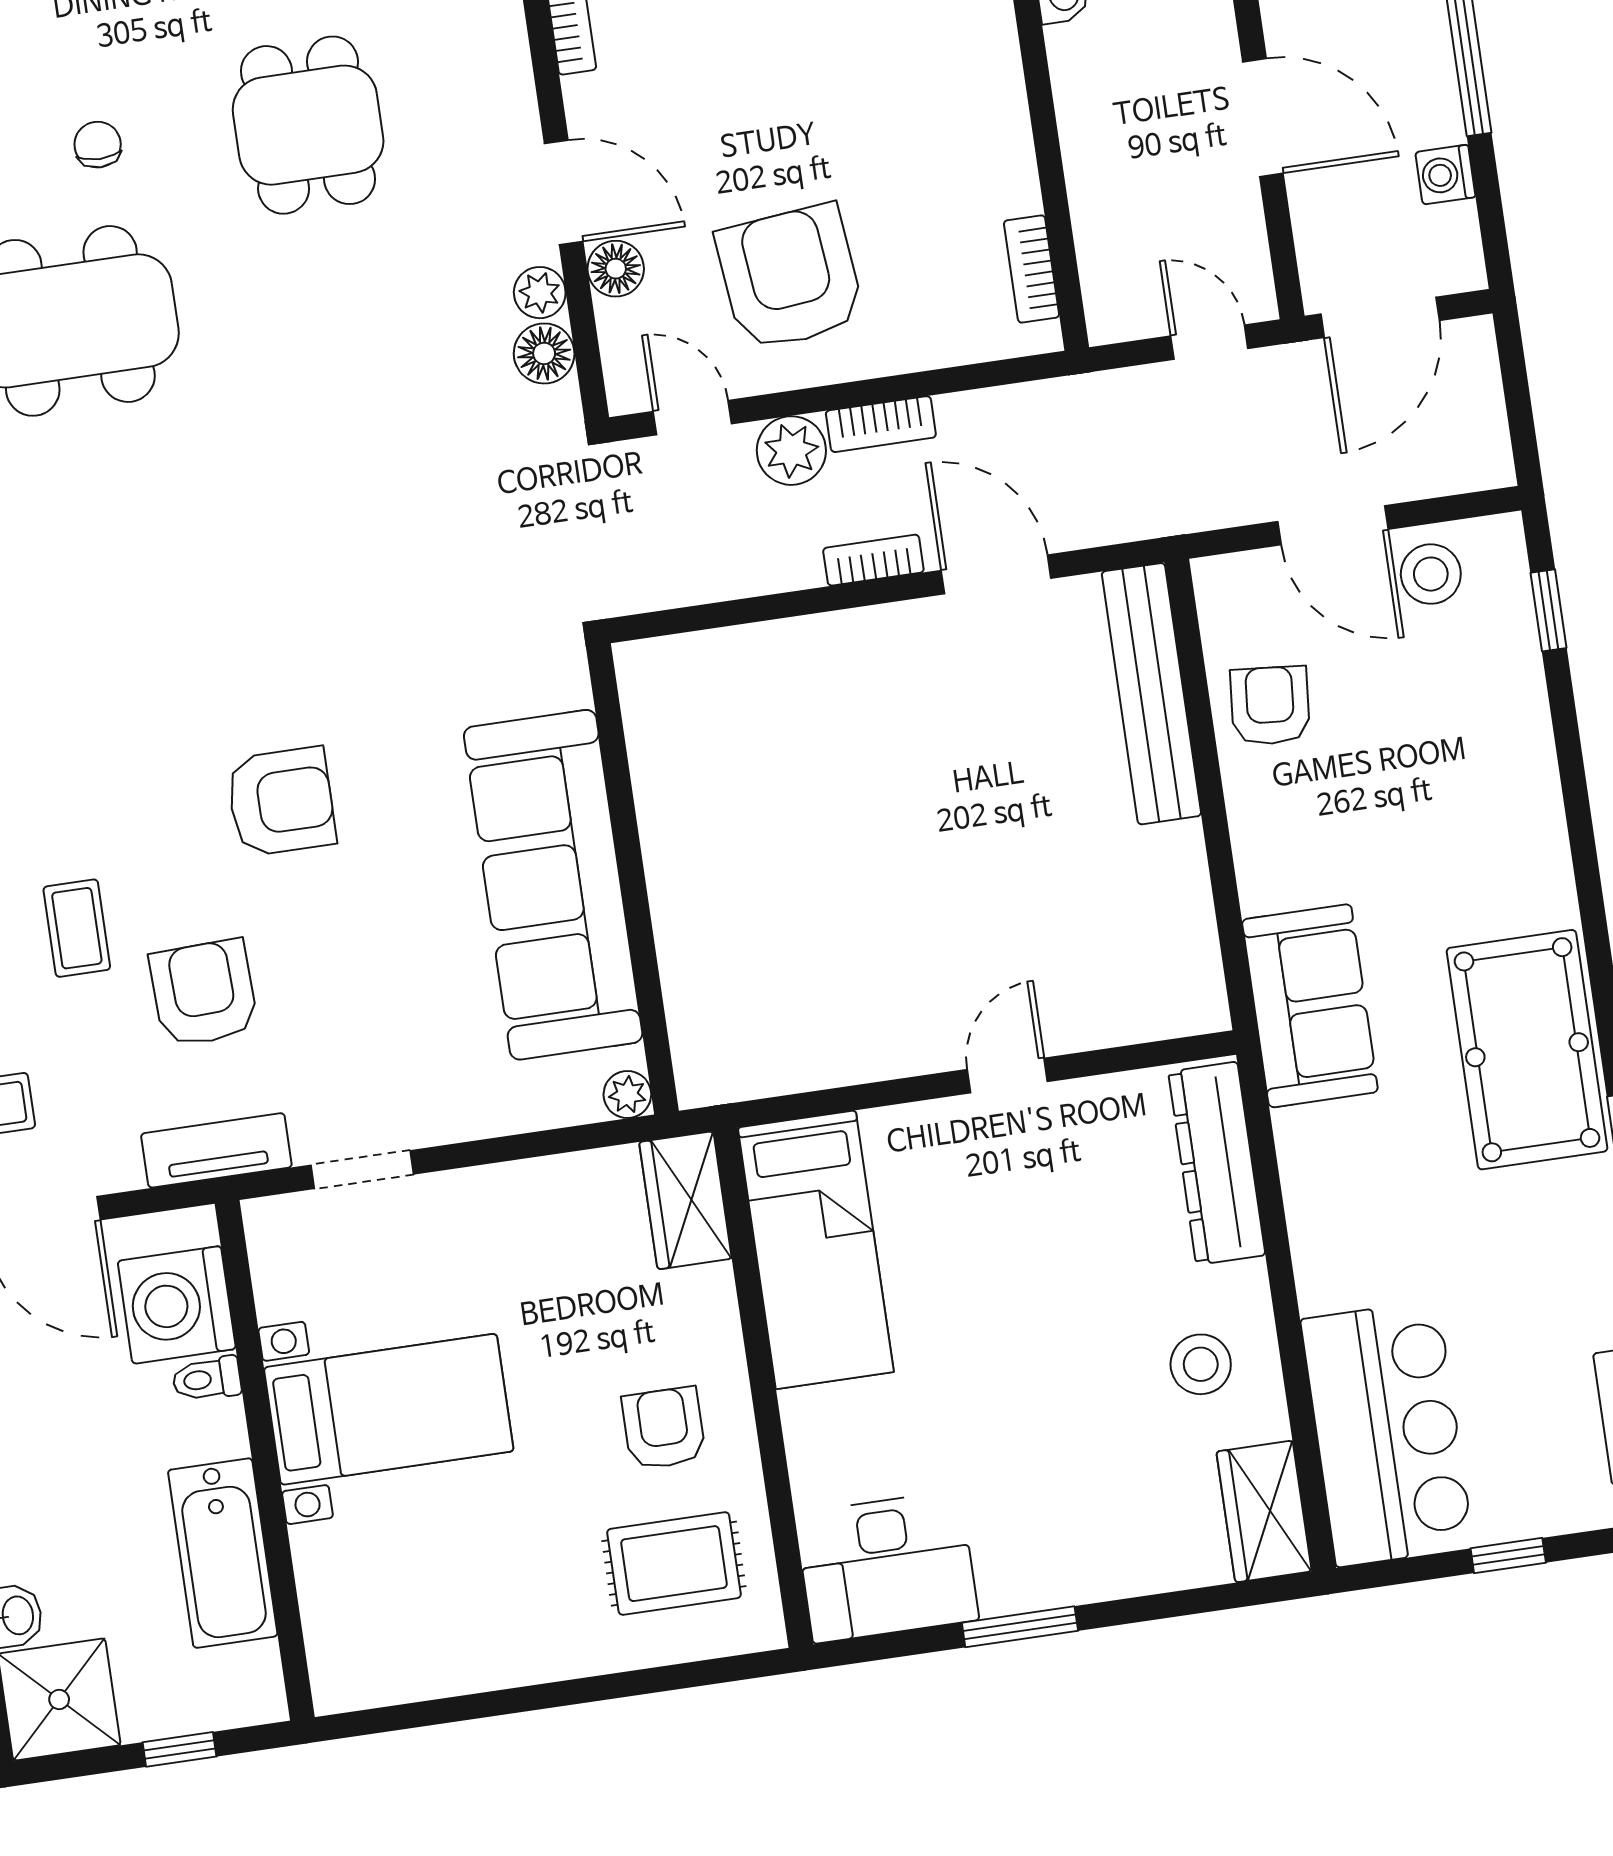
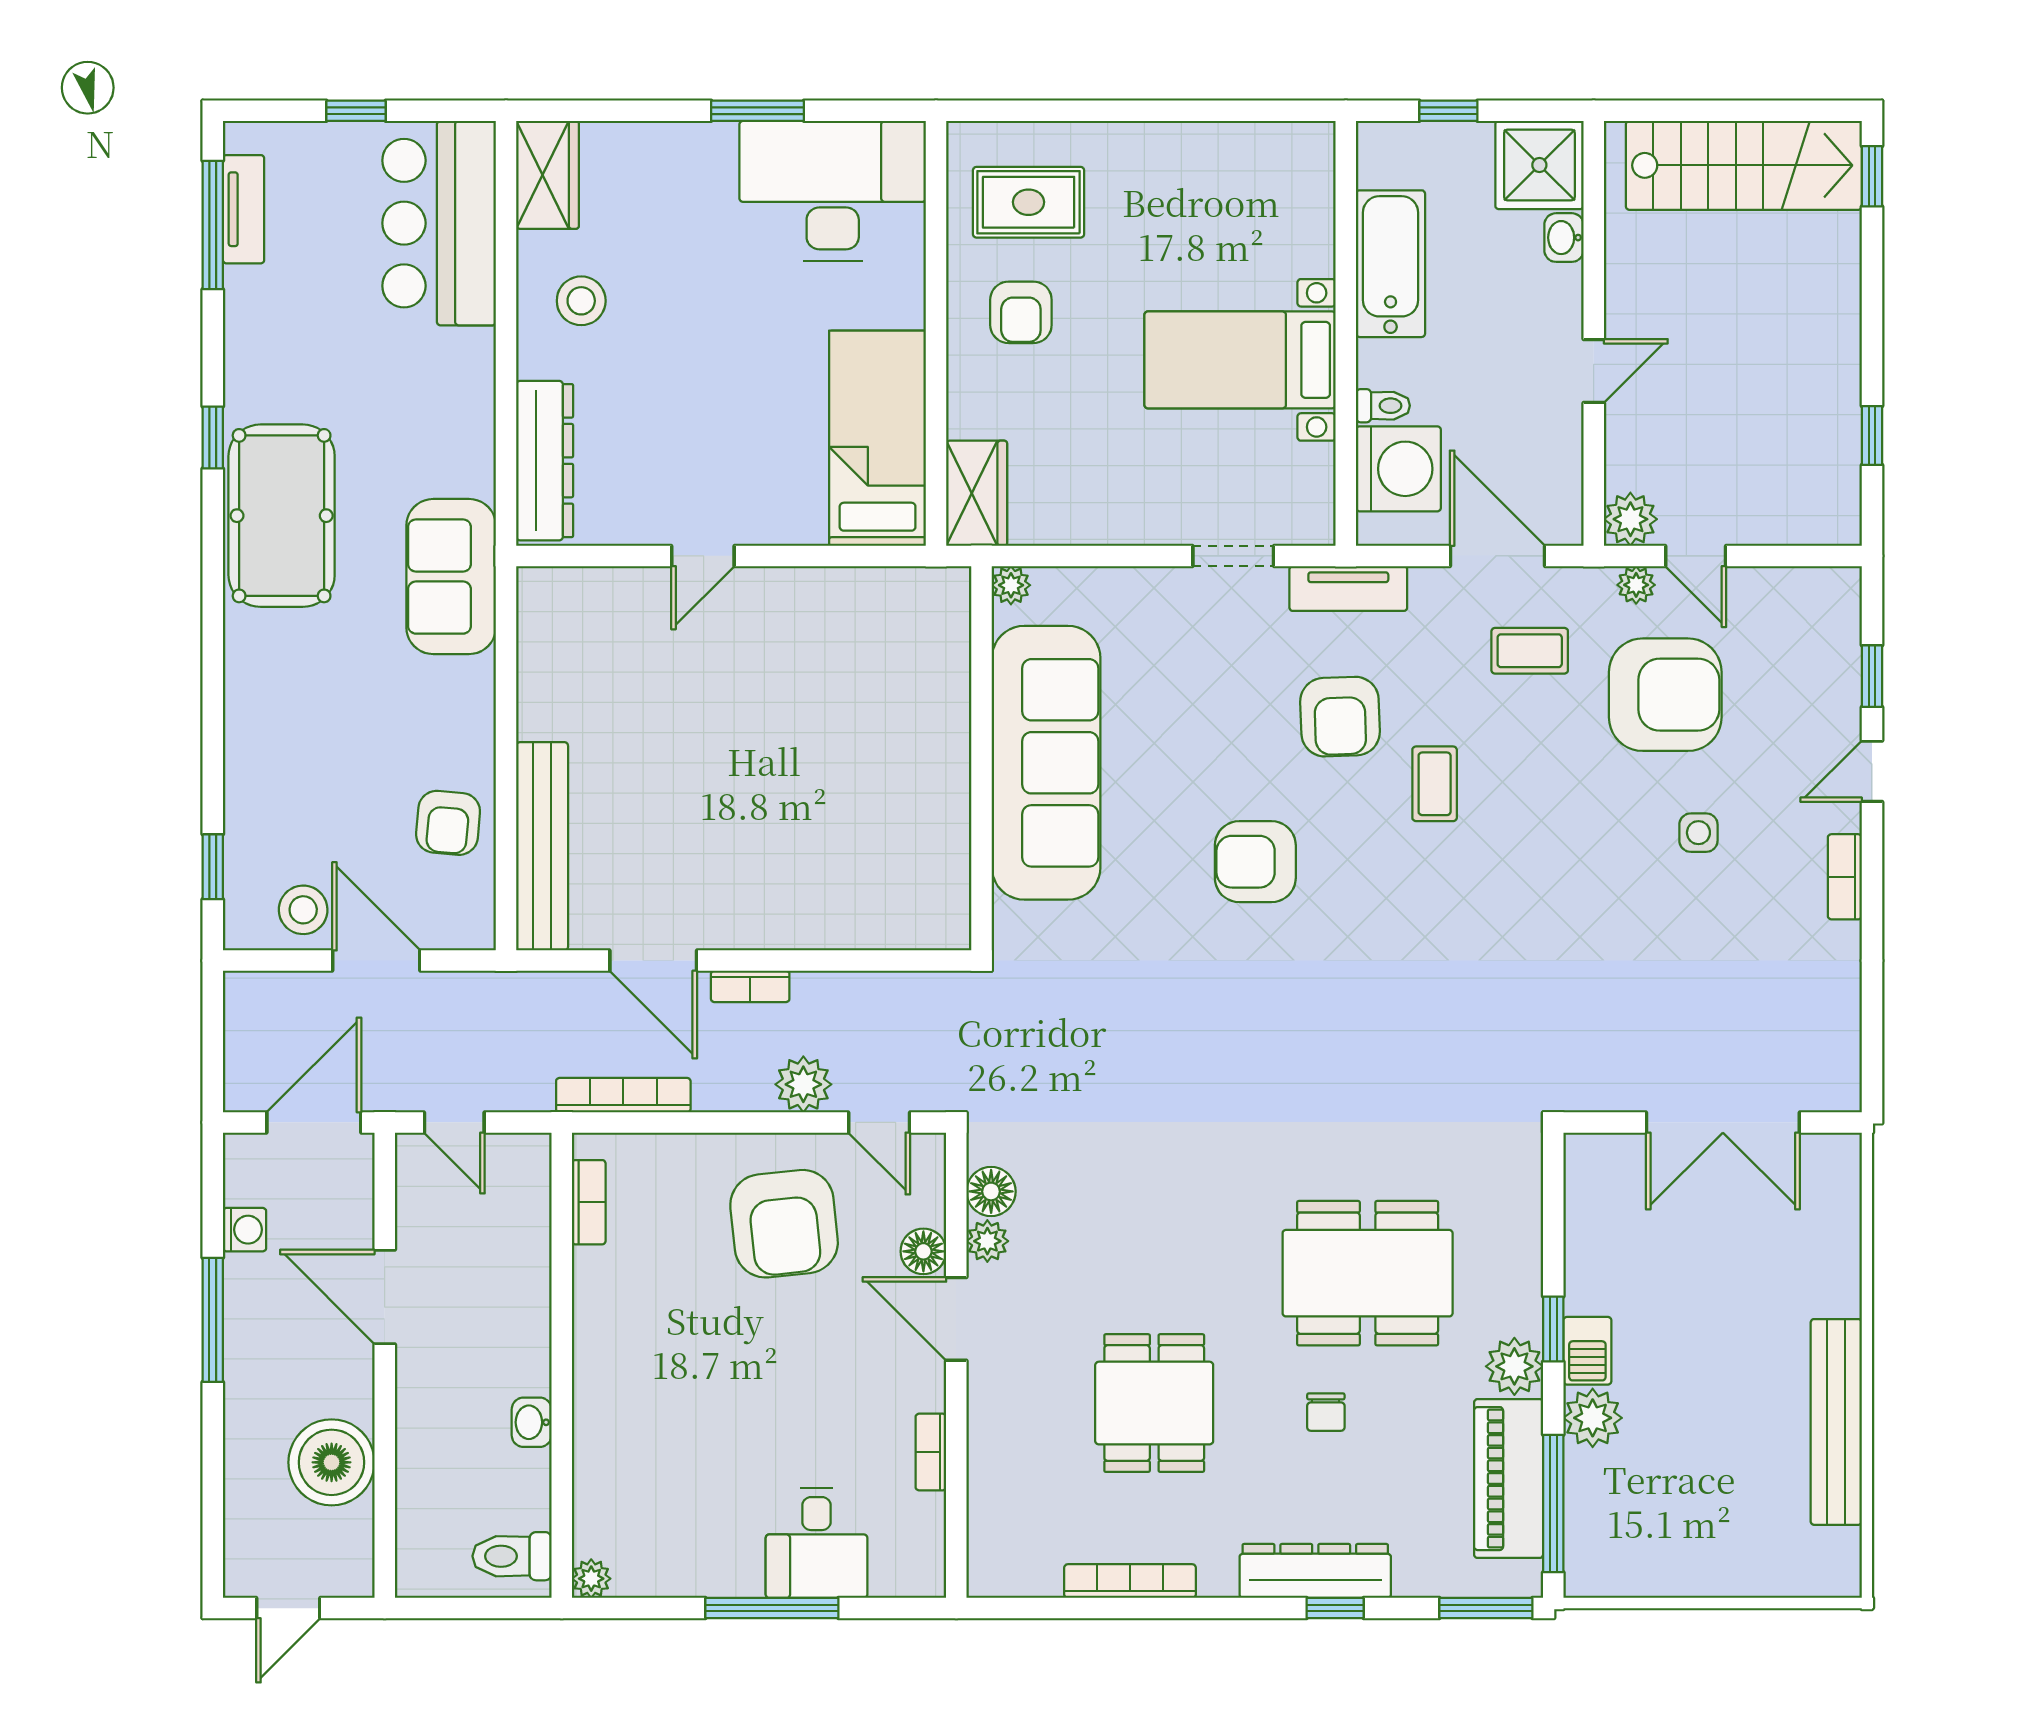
bookcase: (881, 424) -> (623, 1095), moved, width x1.56
desk: (887, 1567) -> (833, 191), width x1.36, depth x1.30

